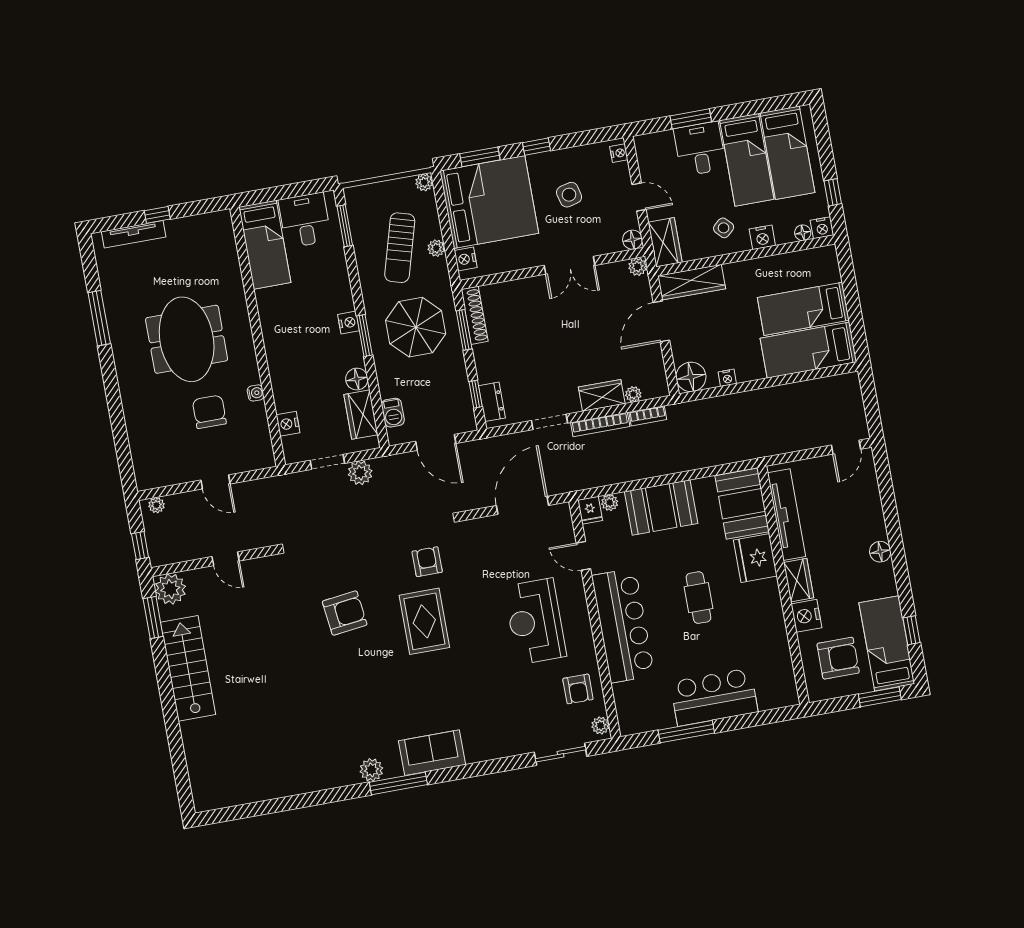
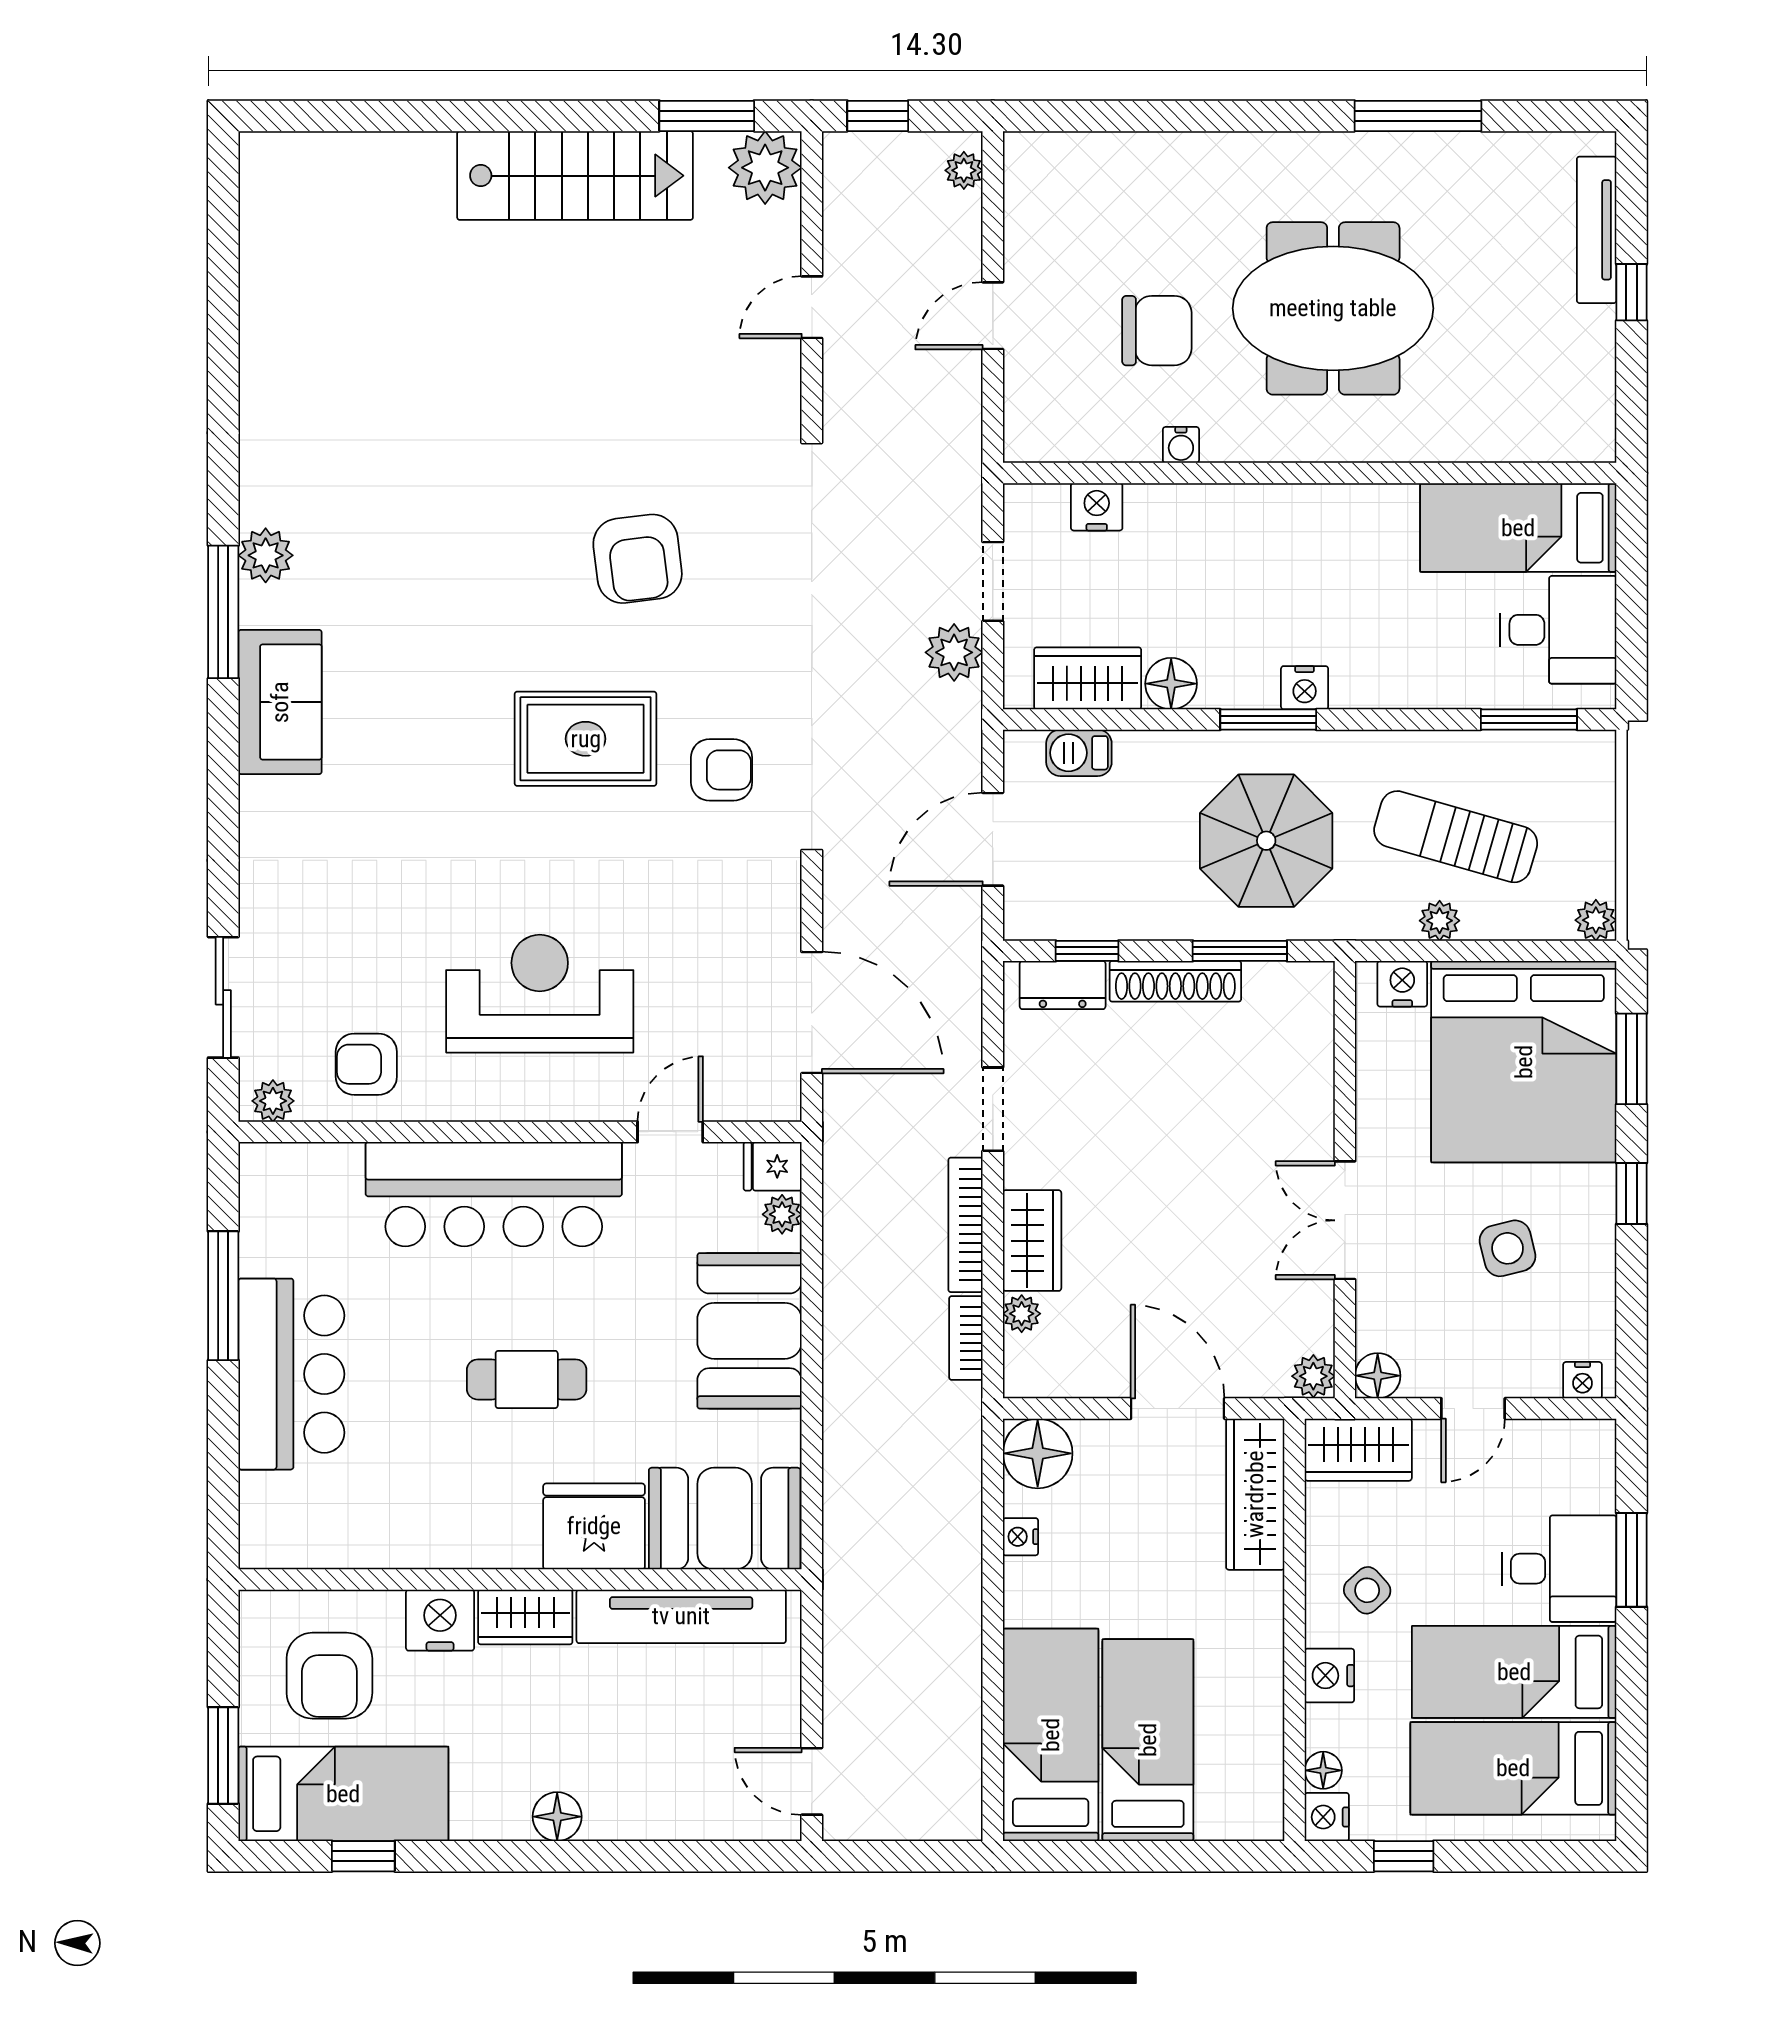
shoe rack: (475, 315) -> (1175, 981), moved

